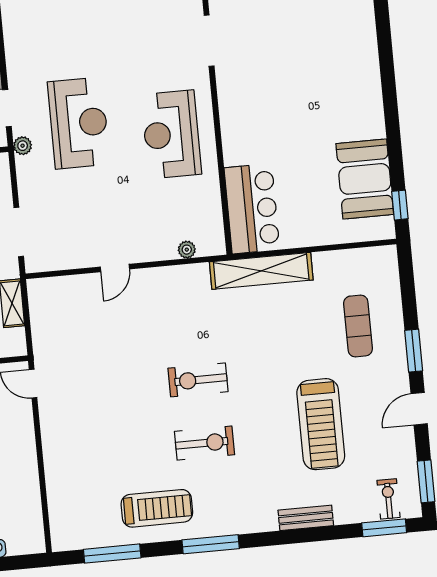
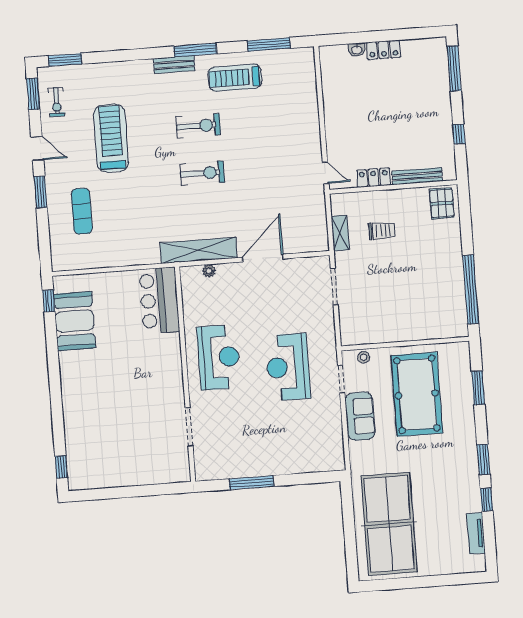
plant: (23, 146) -> (330, 351), removed
door: (115, 268) -> (263, 258), width x1.88
shelving: (261, 271) -> (198, 250), moved
door: (419, 409) -> (37, 148), hinge flipped
exercise bike: (205, 443) -> (198, 126), turned 180
exercise bike: (388, 499) -> (56, 102), moved
bench: (306, 518) -> (174, 65), moved

